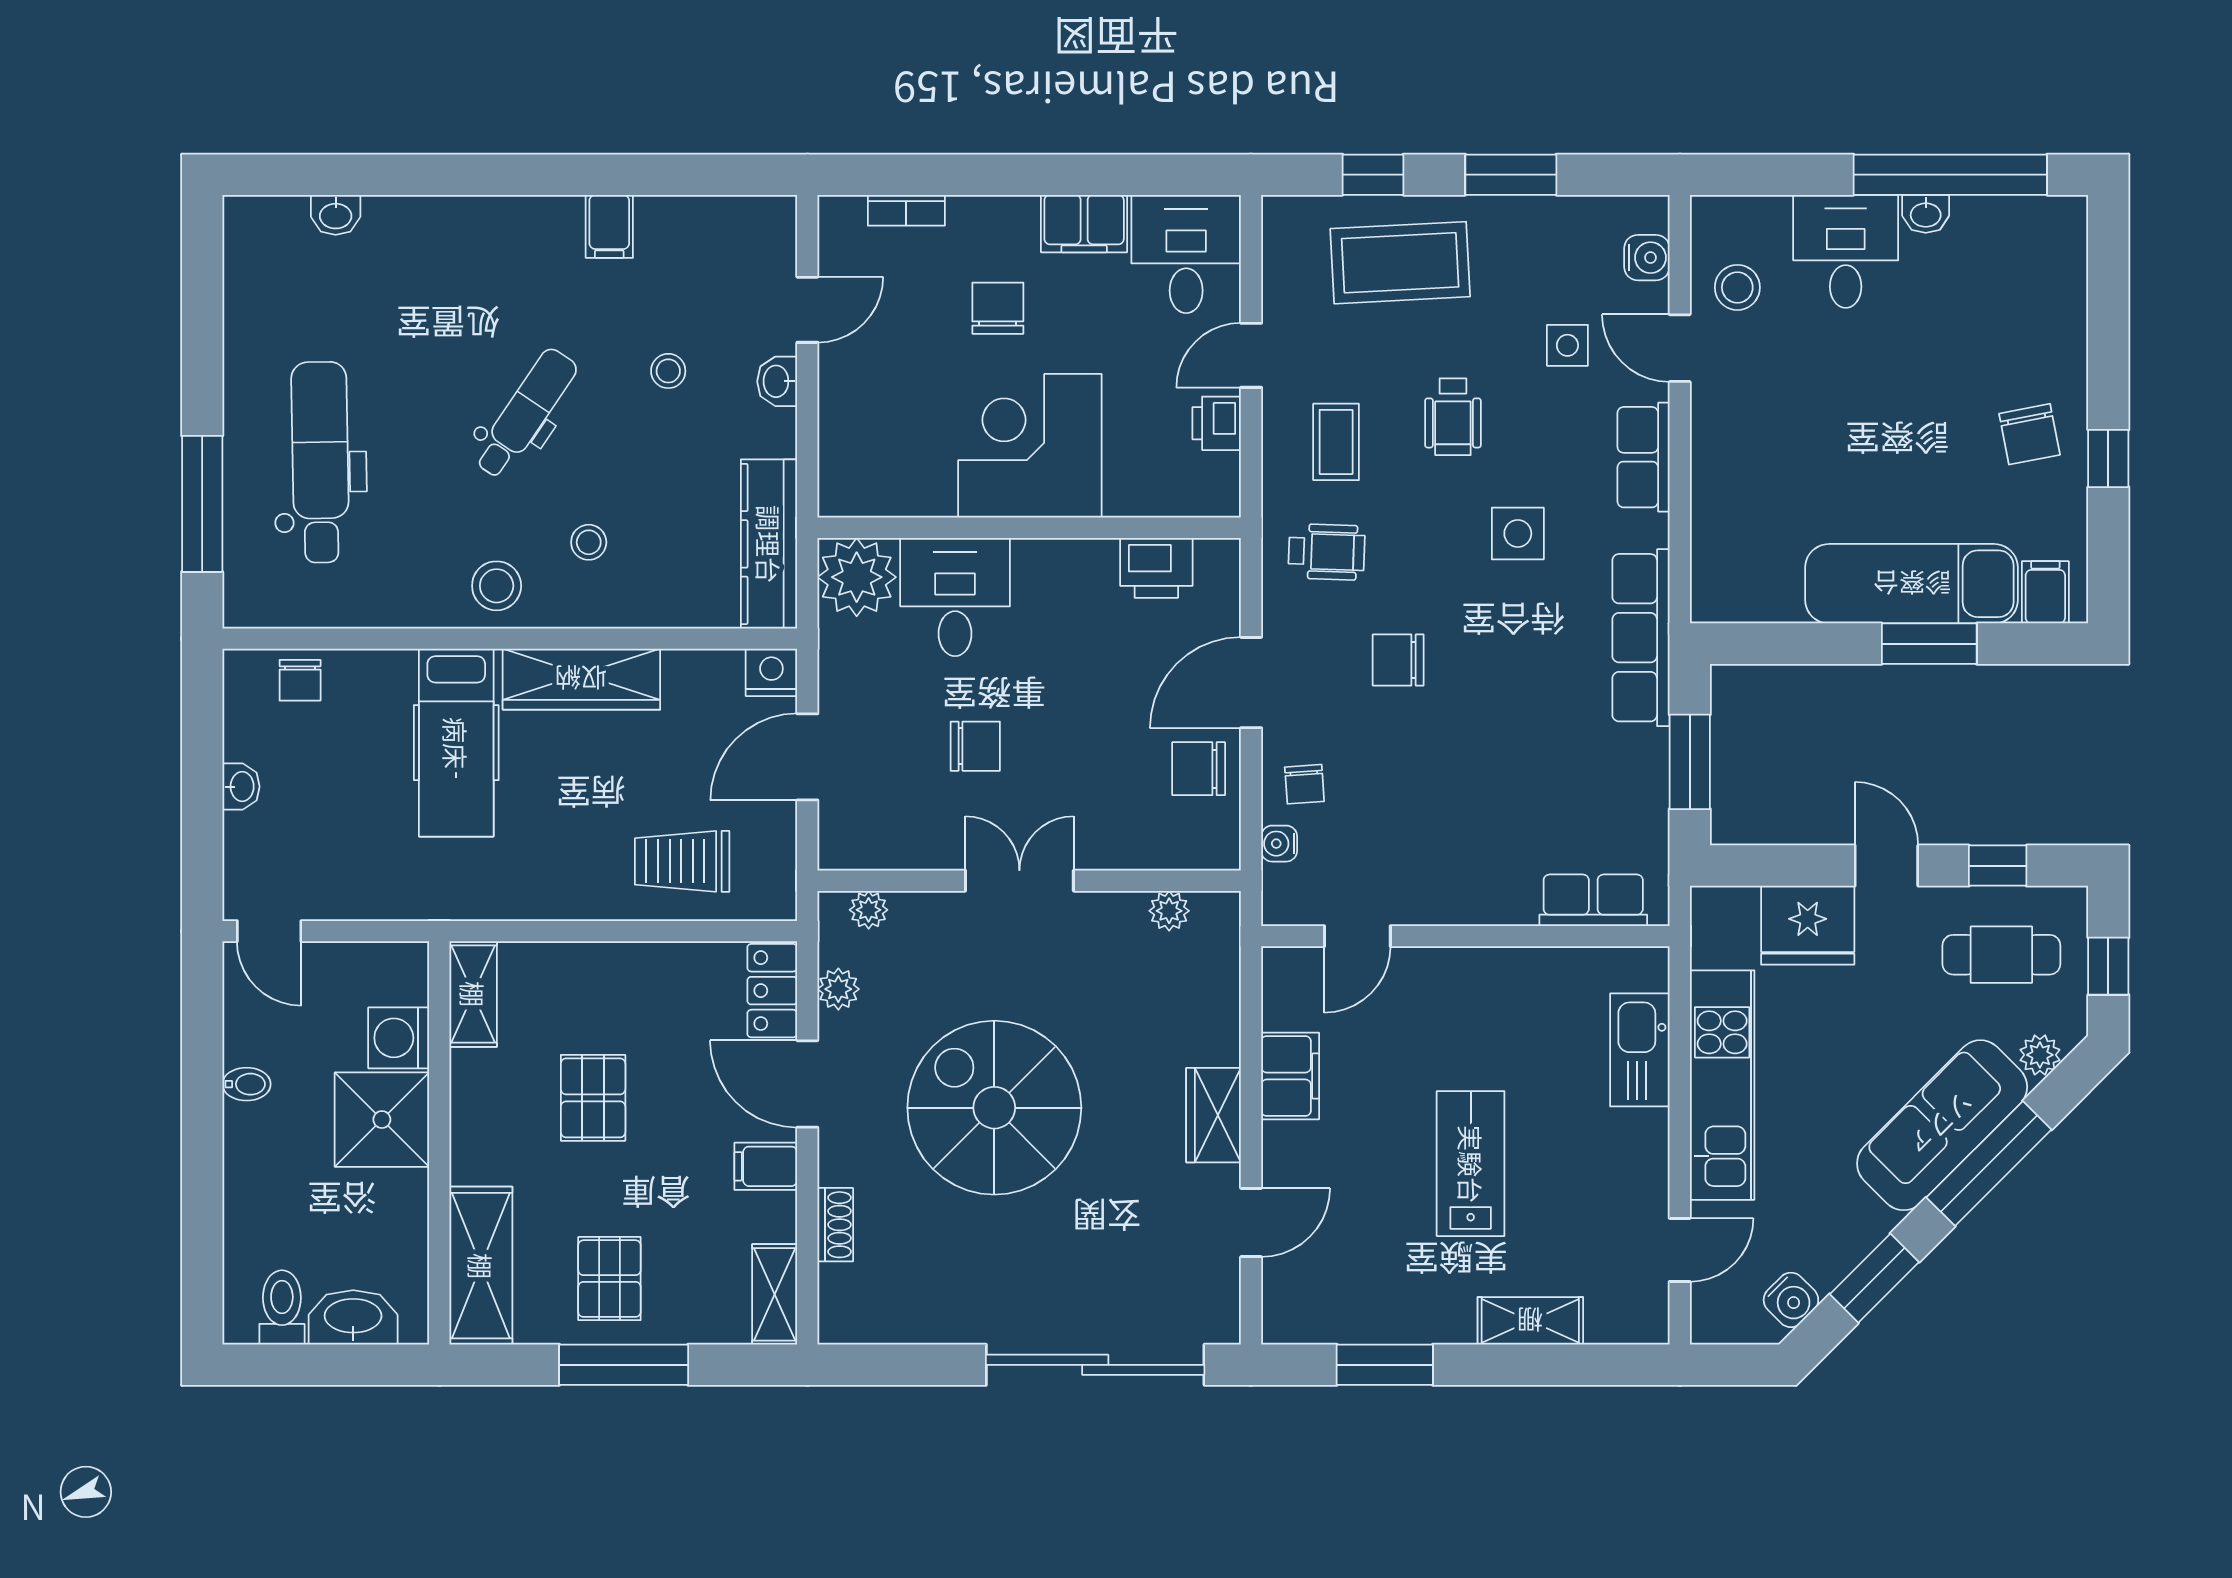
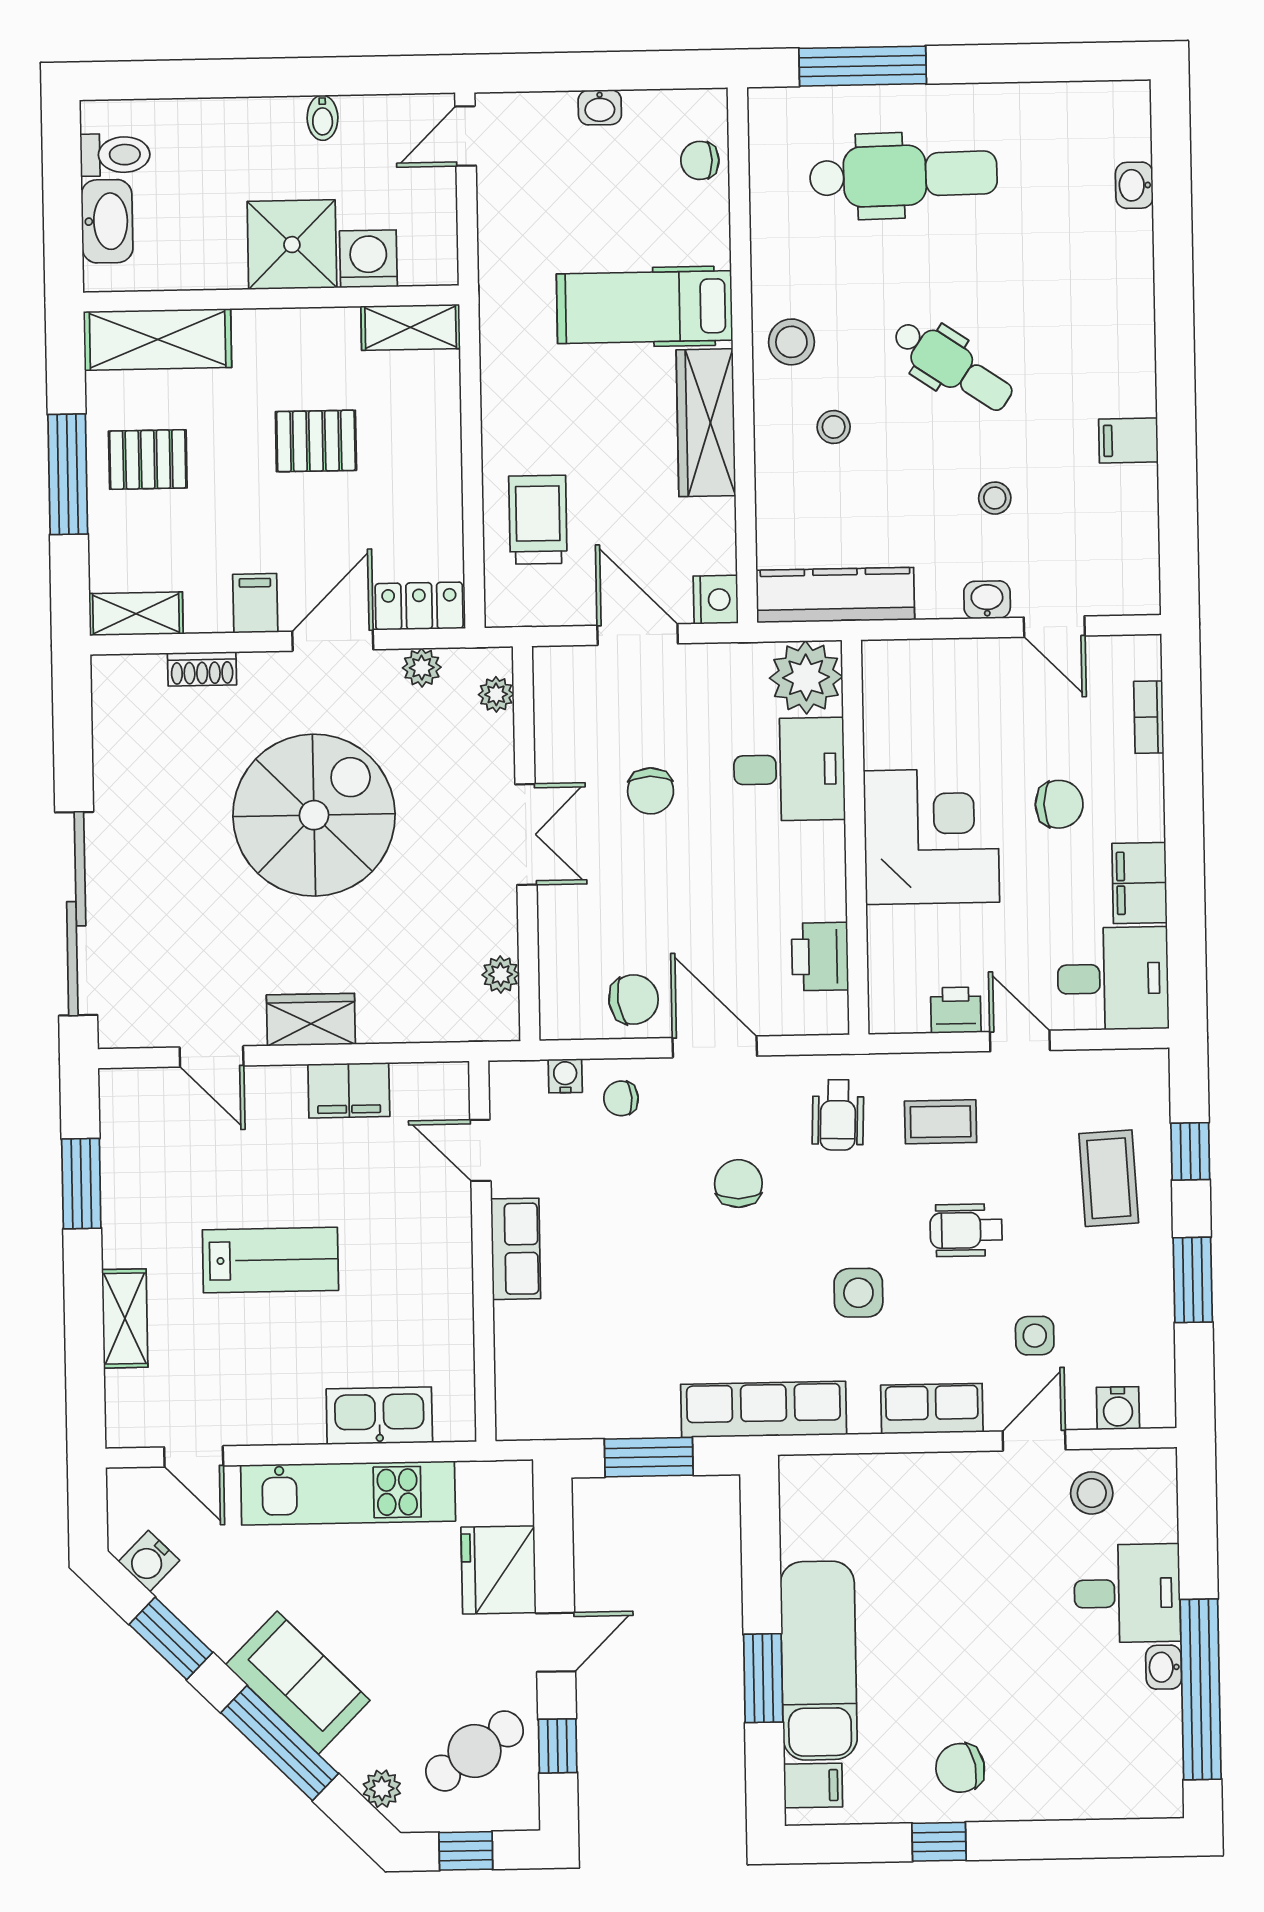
coffee table: (1400, 263) -> (1109, 1178), width x0.73, depth x0.76
chair: (1199, 769) -> (634, 999), turned 82
row of seats: (1593, 900) -> (516, 1249), moved
cafe table: (2001, 955) -> (475, 1751), turned 56
sofa: (1942, 1125) -> (298, 1683), width x0.73

